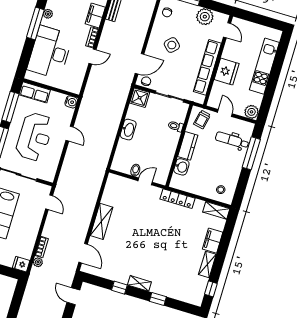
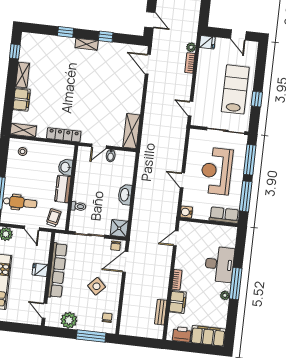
desk: (50, 52) -> (219, 264), width x0.73, depth x0.77
door: (92, 56) -> (176, 238), moved
fridge: (227, 72) -> (40, 270), width x0.53, depth x0.75
shelving: (101, 221) -> (132, 131), moved

